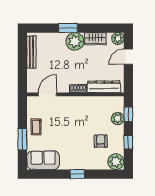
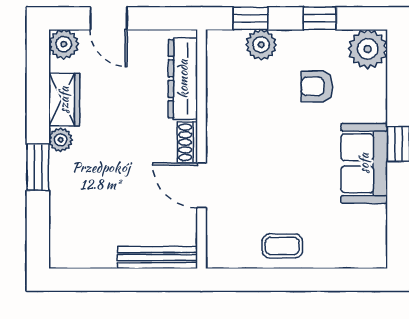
plant: (75, 41) -> (61, 140), width x0.53, depth x0.53
bench: (31, 52) -> (157, 258), moved
door: (47, 94) -> (202, 185), moved
window: (22, 139) -> (312, 280), removed
sofa: (43, 160) -> (364, 163), moved

